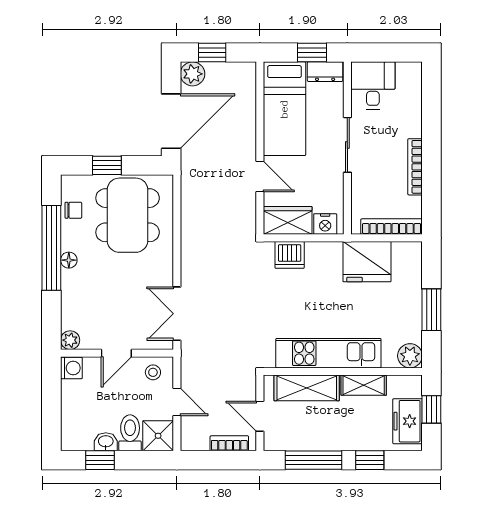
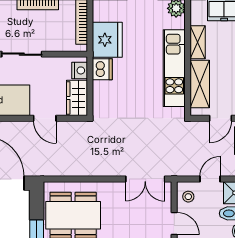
door: (260, 176) -> (45, 118), swing flipped
dishwasher: (290, 255) -> (102, 69), moved

